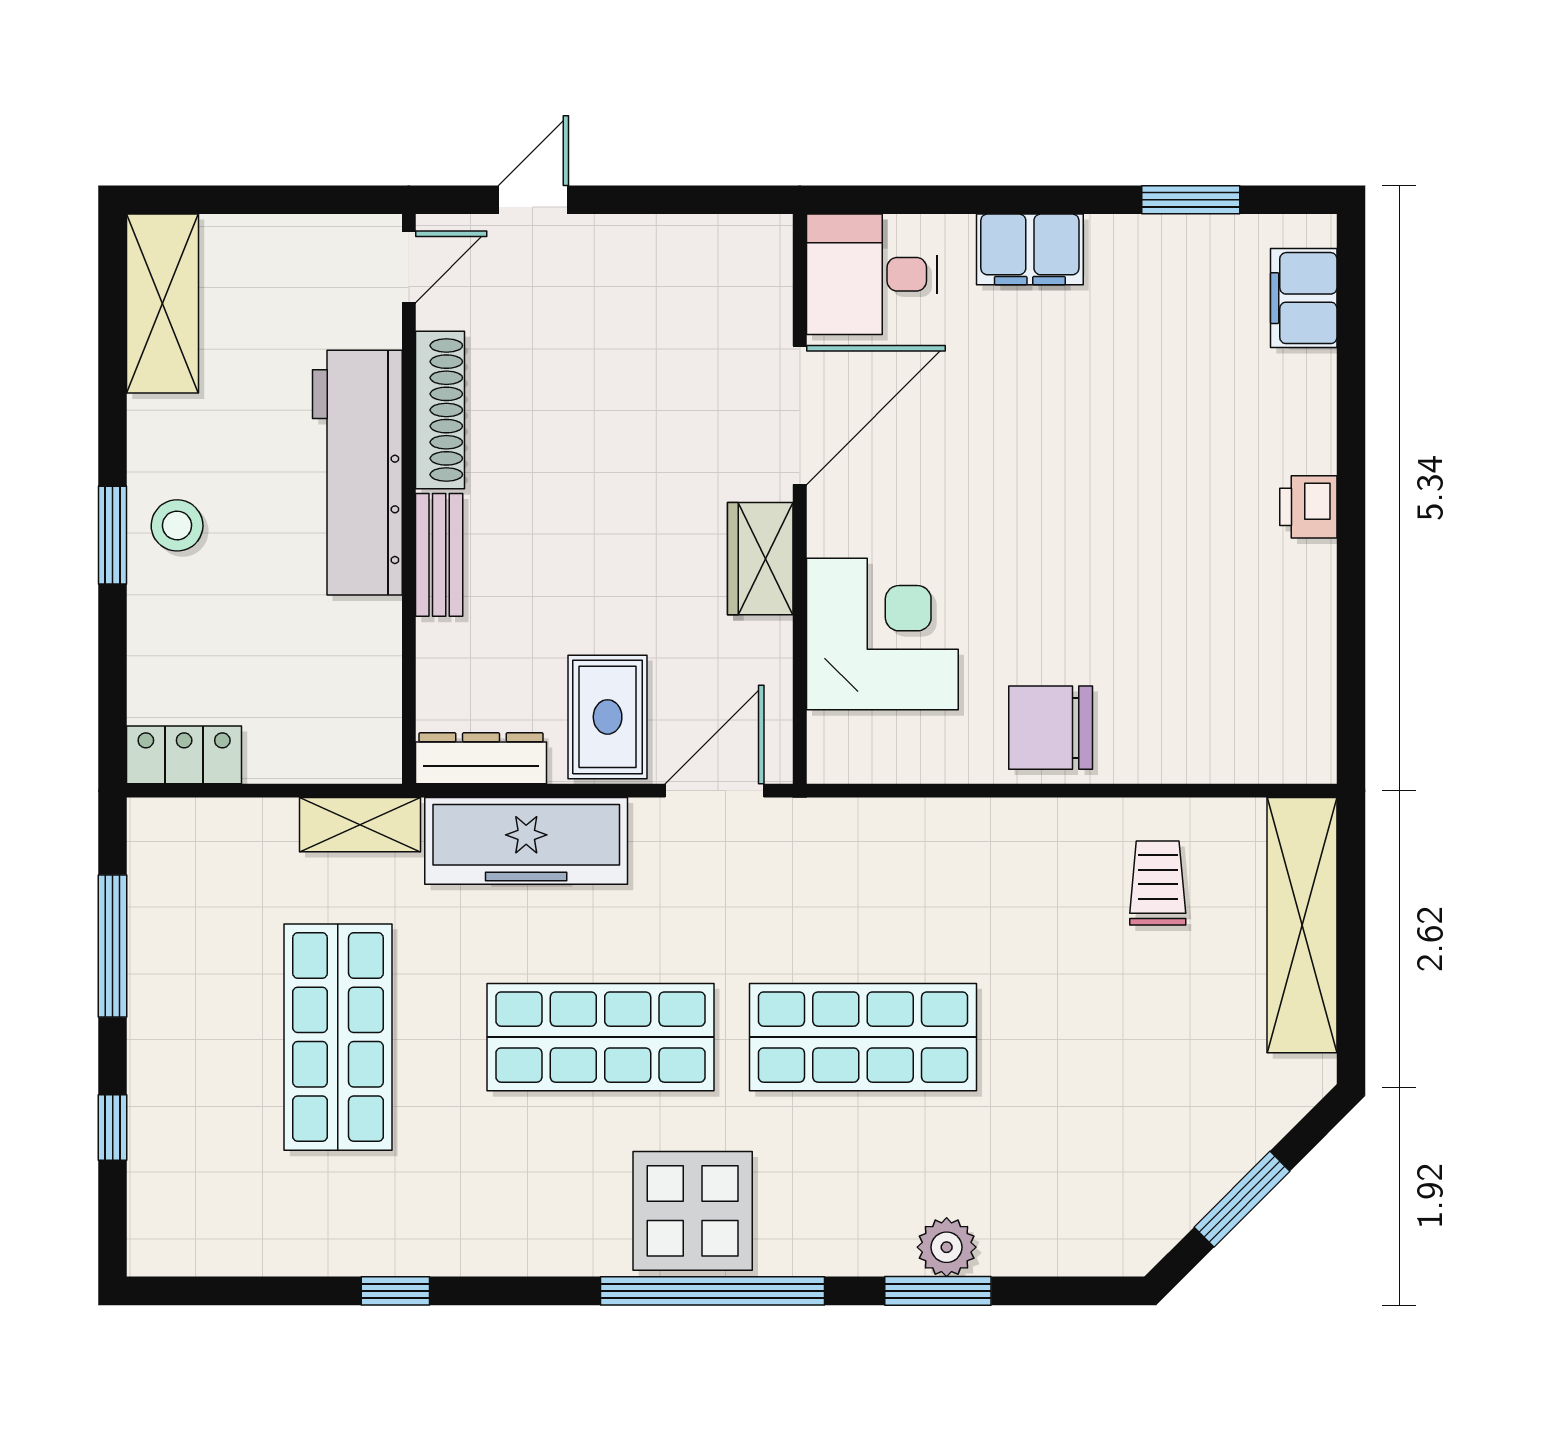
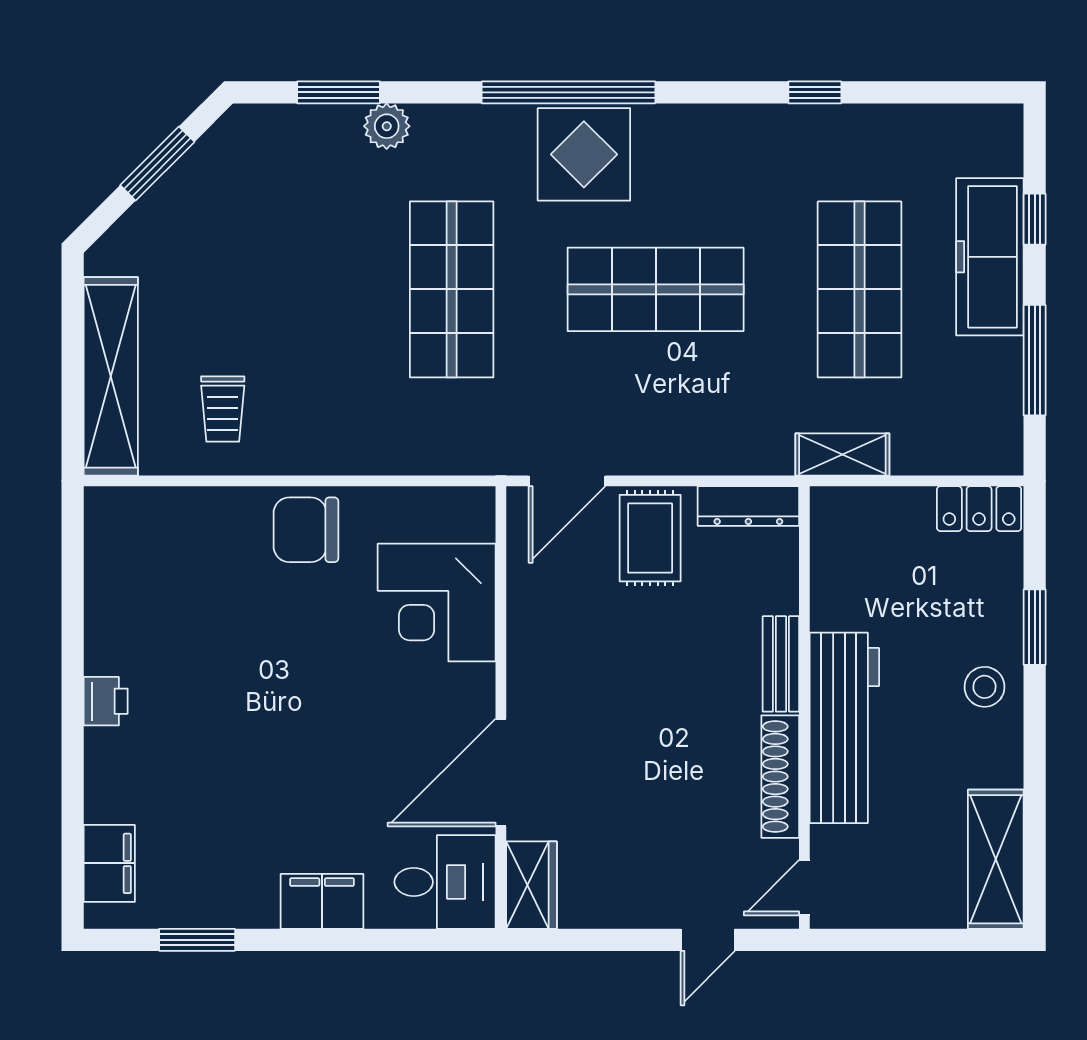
window: (113, 535) -> (1035, 627), moved
wardrobe: (760, 559) -> (531, 885), moved
chair: (1051, 728) -> (306, 530), turned 180
freezer: (526, 841) -> (990, 257), moved, turned -90
shop shelf: (863, 1037) -> (452, 289), turned 90
window: (938, 1291) -> (339, 92), moved

